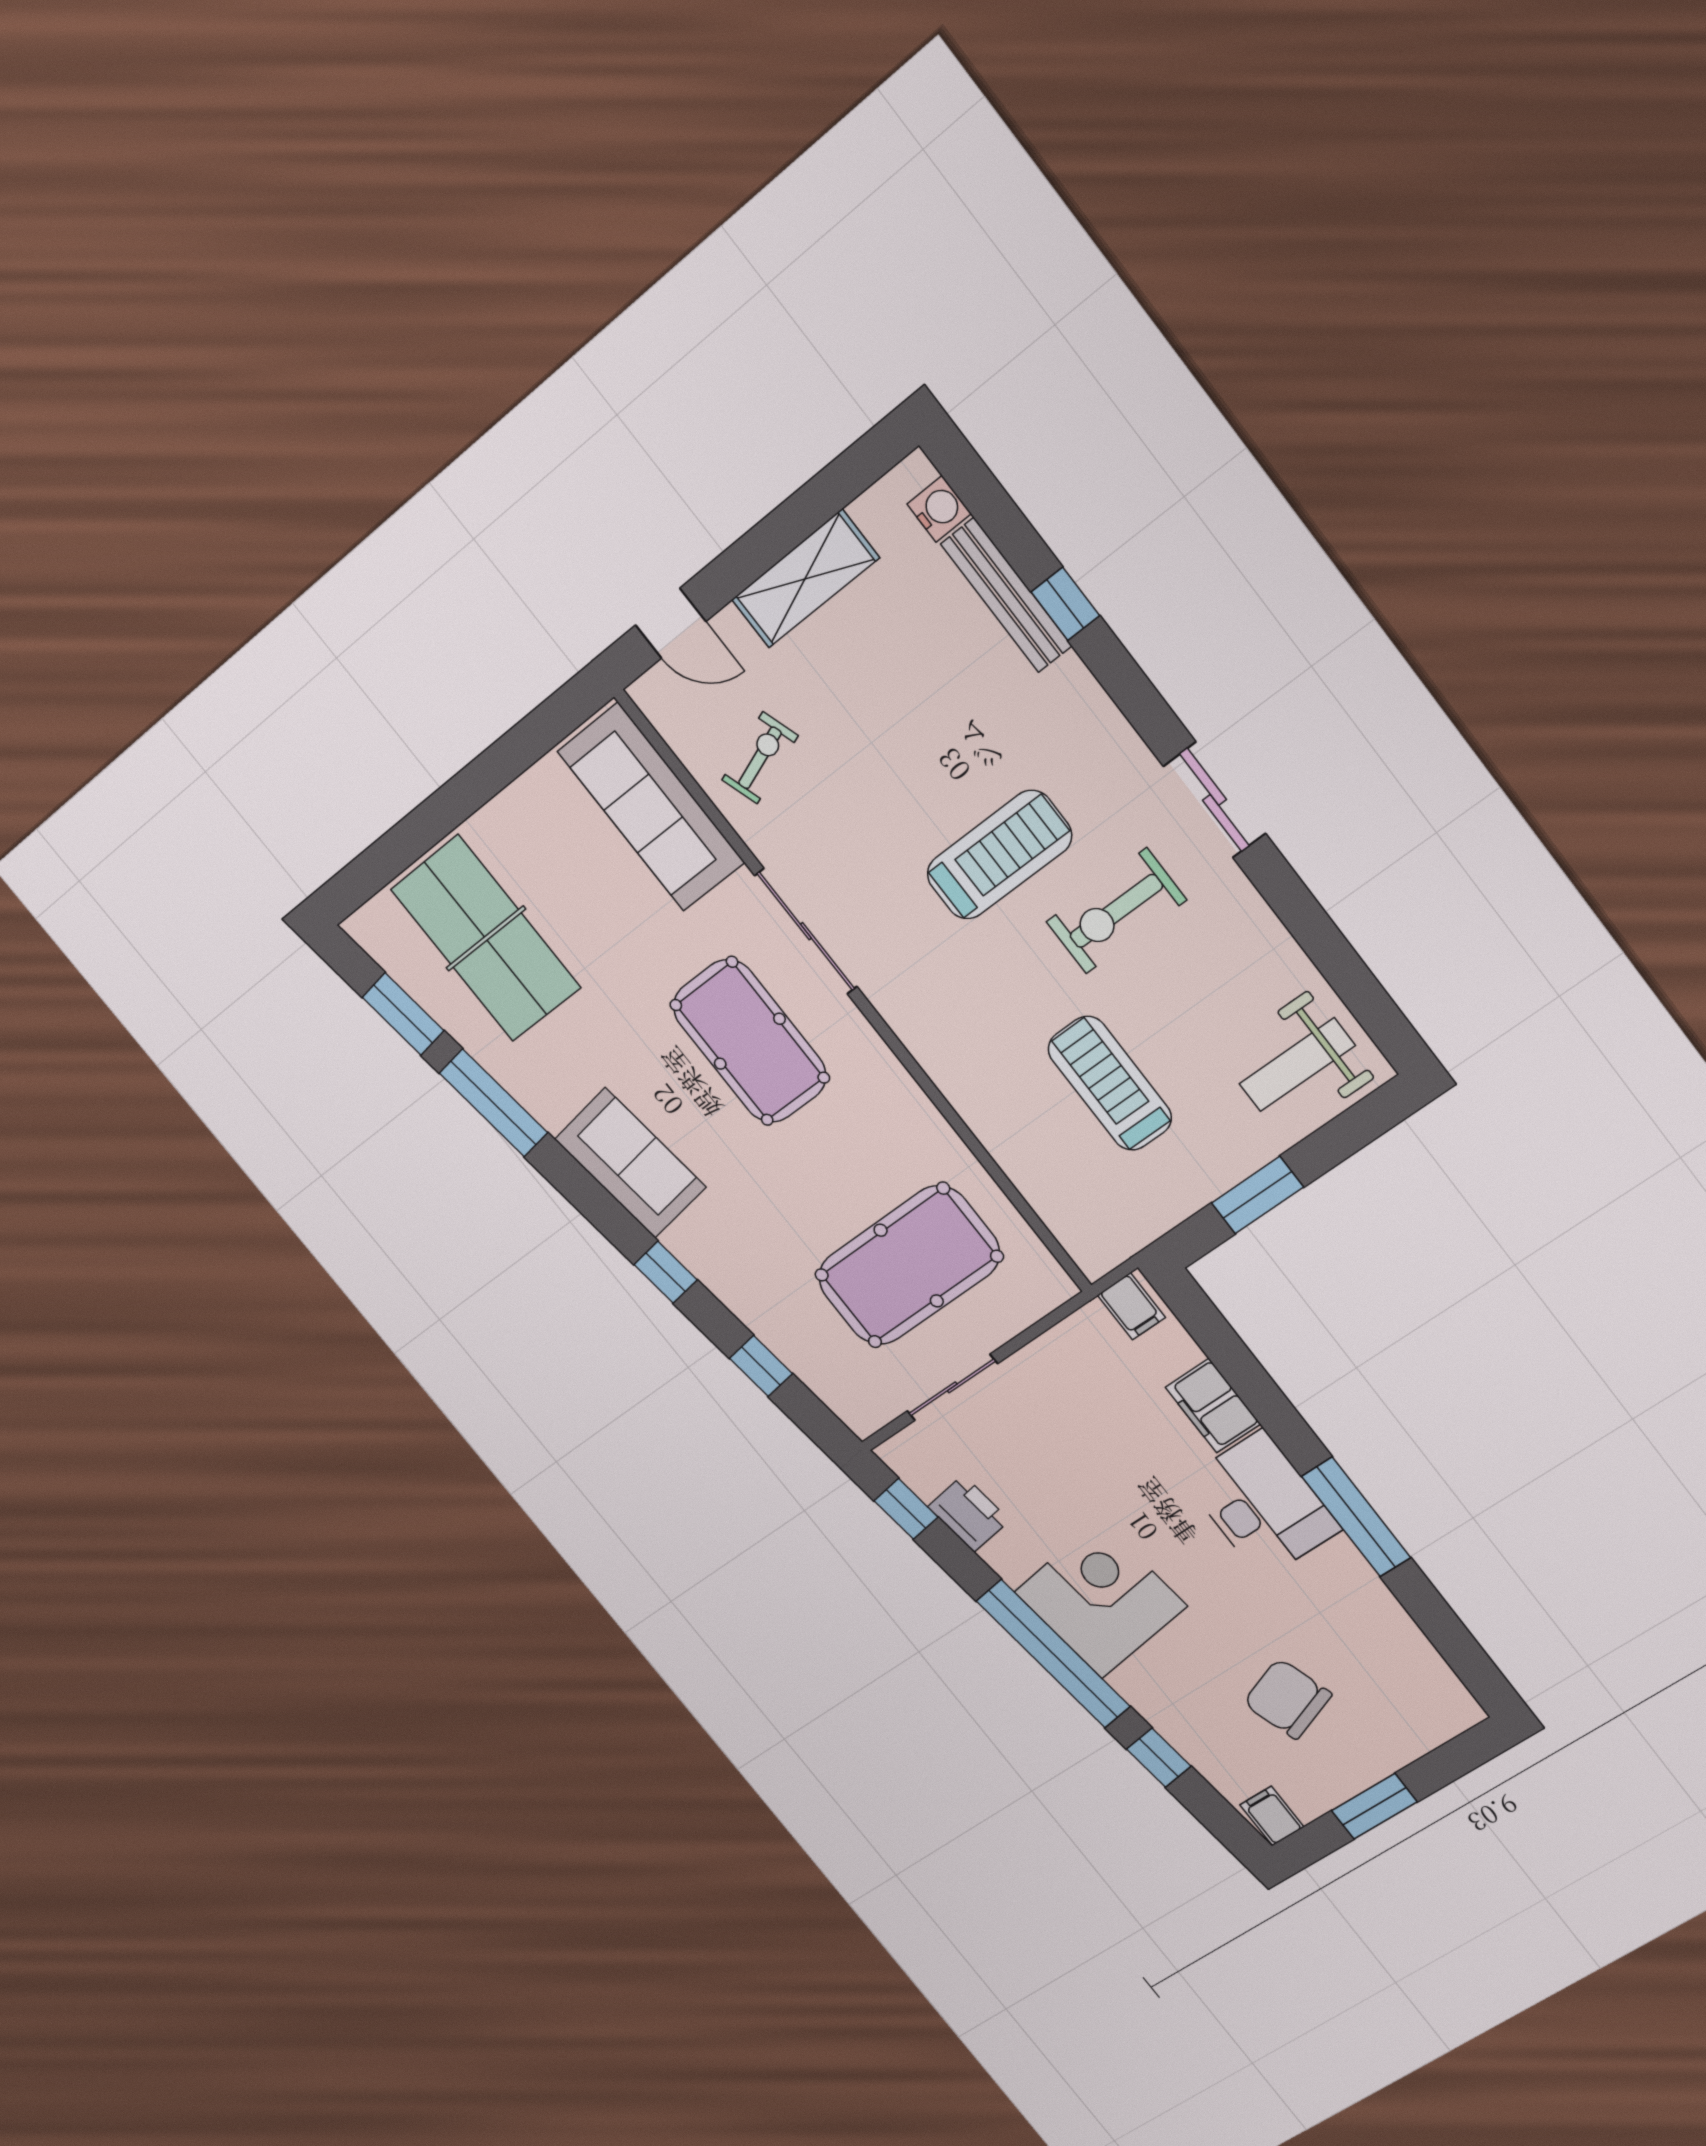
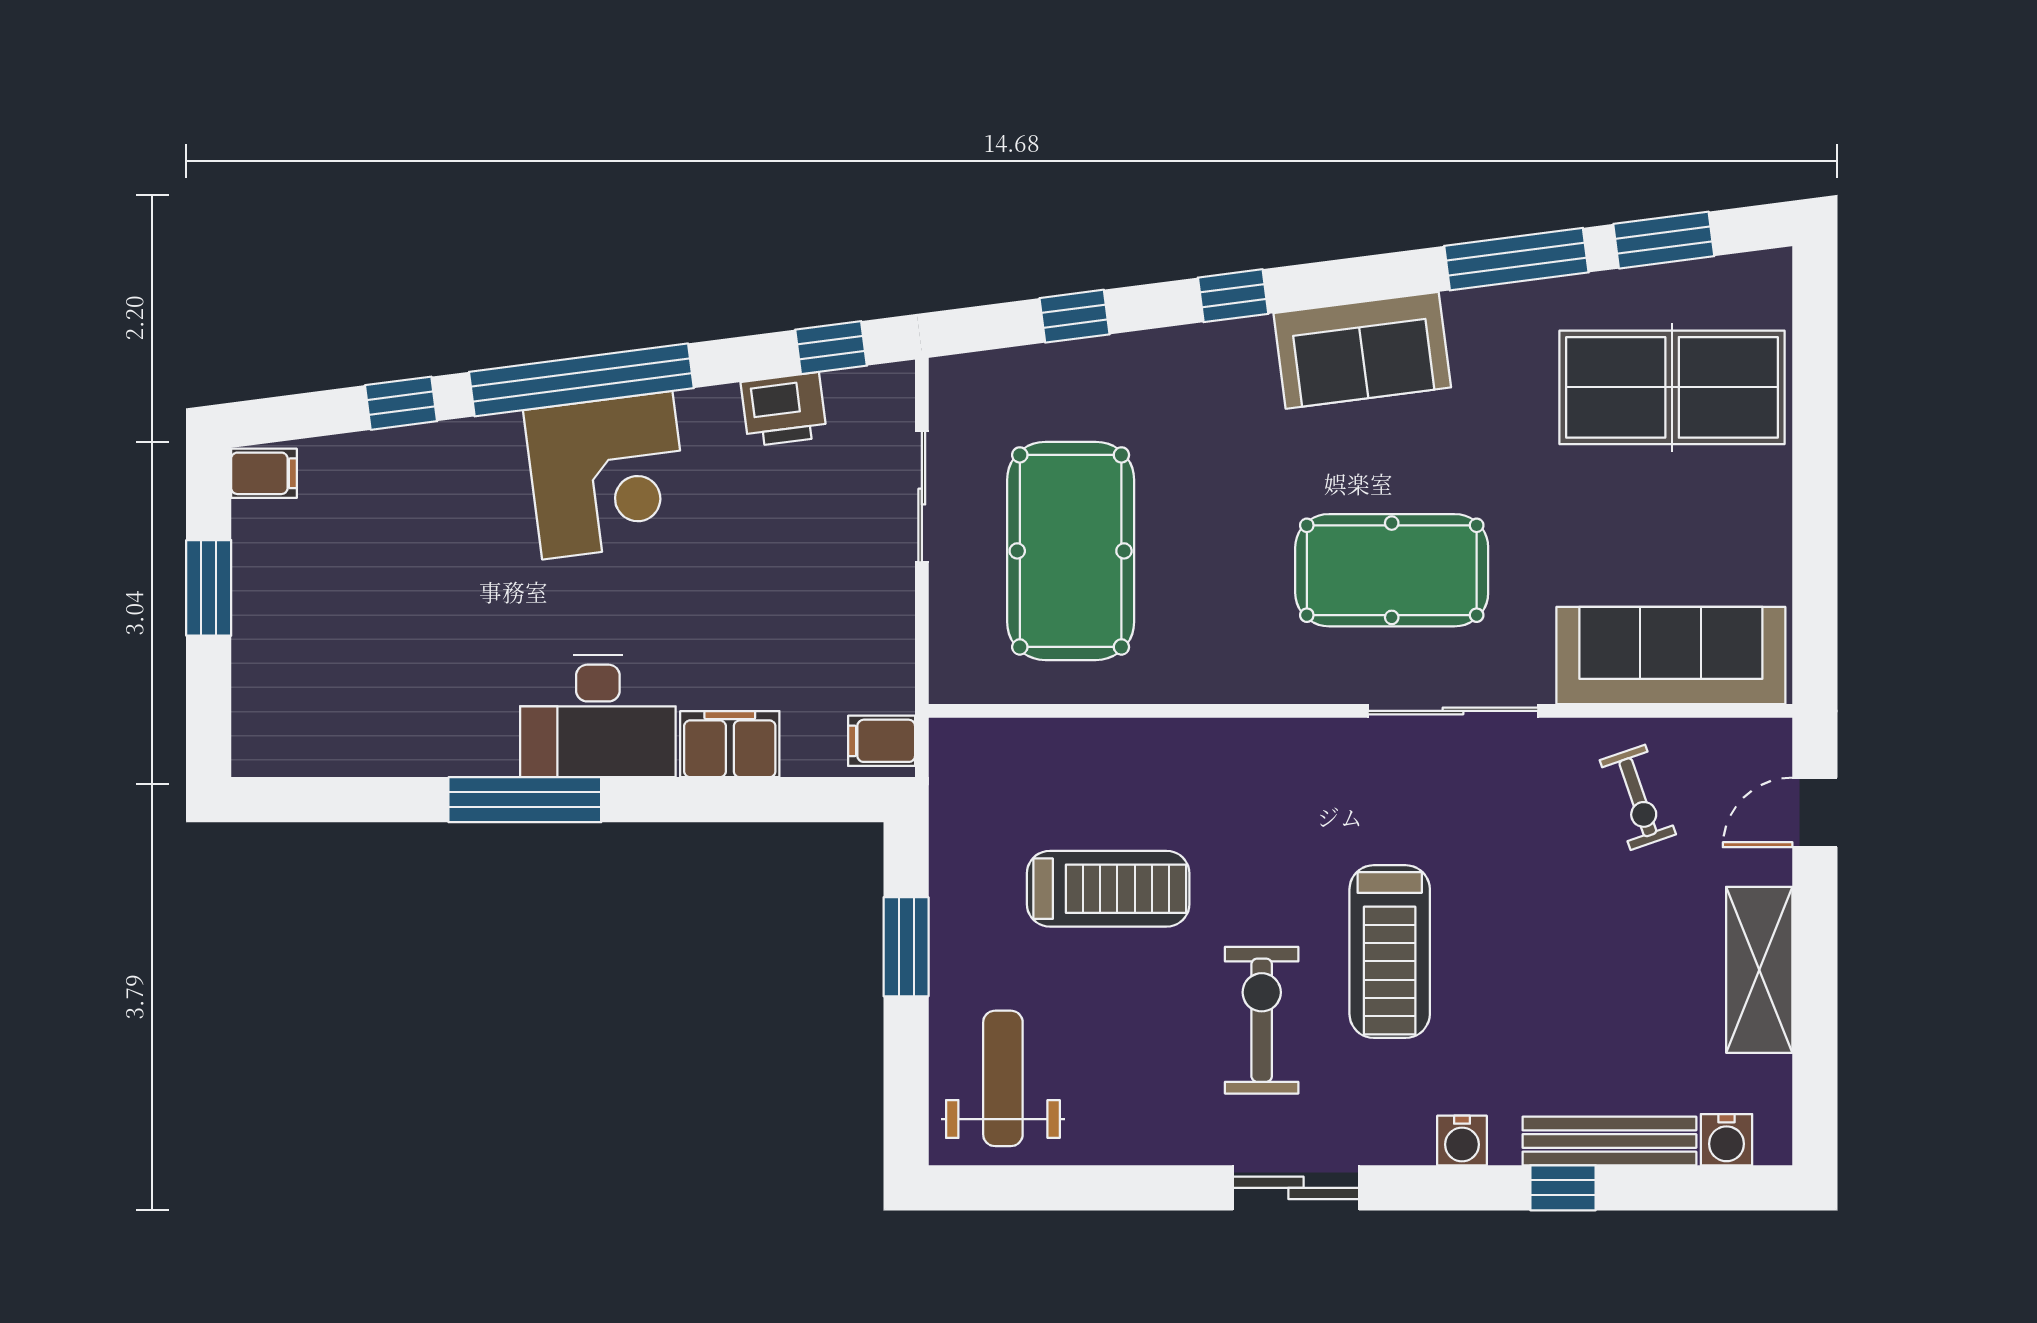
water cooler: (1089, 704) -> (1462, 1141), added
chair: (1287, 1699) -> (380, 586), removed

